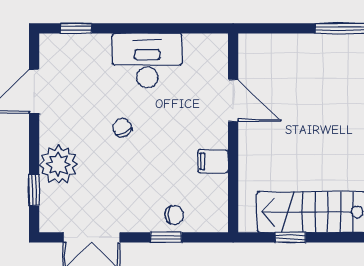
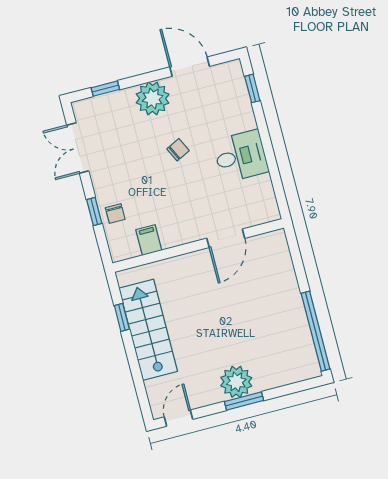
desk: (147, 61) -> (241, 156), width x0.73
filing cabinet: (213, 161) -> (149, 240), moved
plant: (58, 165) -> (153, 98), moved

